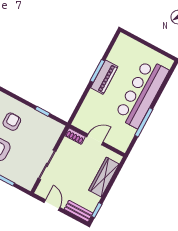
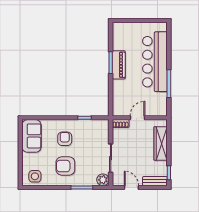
plant: (28, 182) -> (103, 180), added

